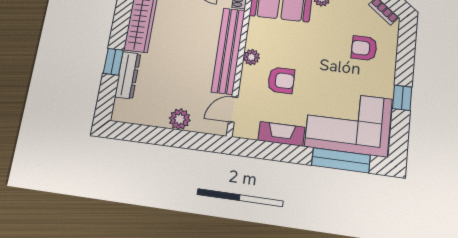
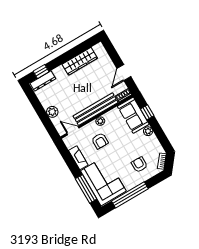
window: (113, 62) -> (41, 71), moved
dresser: (128, 75) -> (43, 81), moved
window: (402, 98) -> (130, 195), width x3.17

